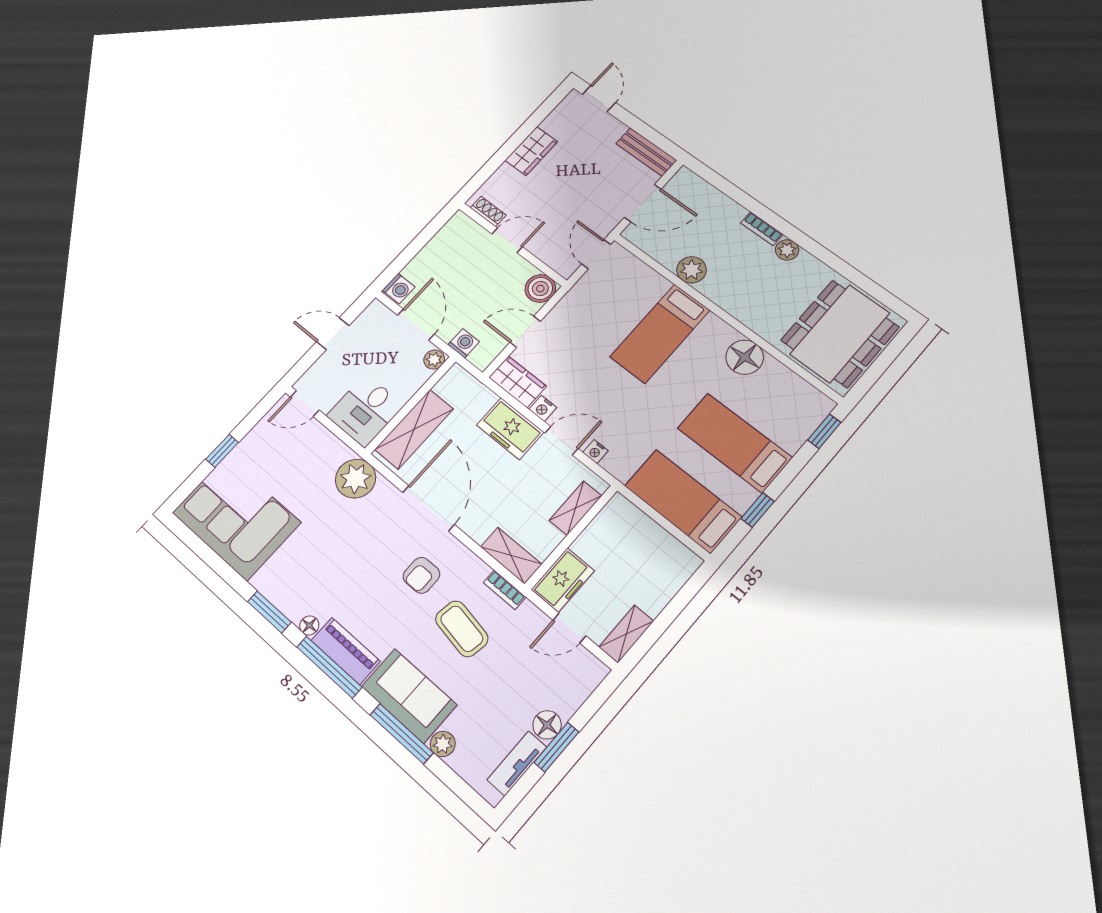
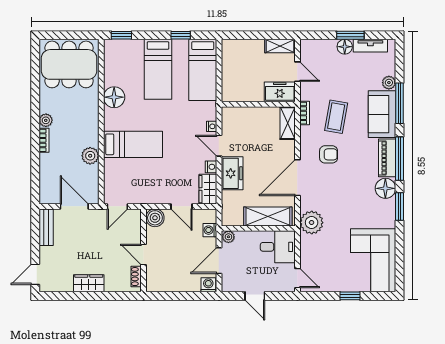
shelving: (575, 508) -> (244, 113), removed
floor lamp: (309, 625) -> (385, 188), width x1.89, depth x1.89

